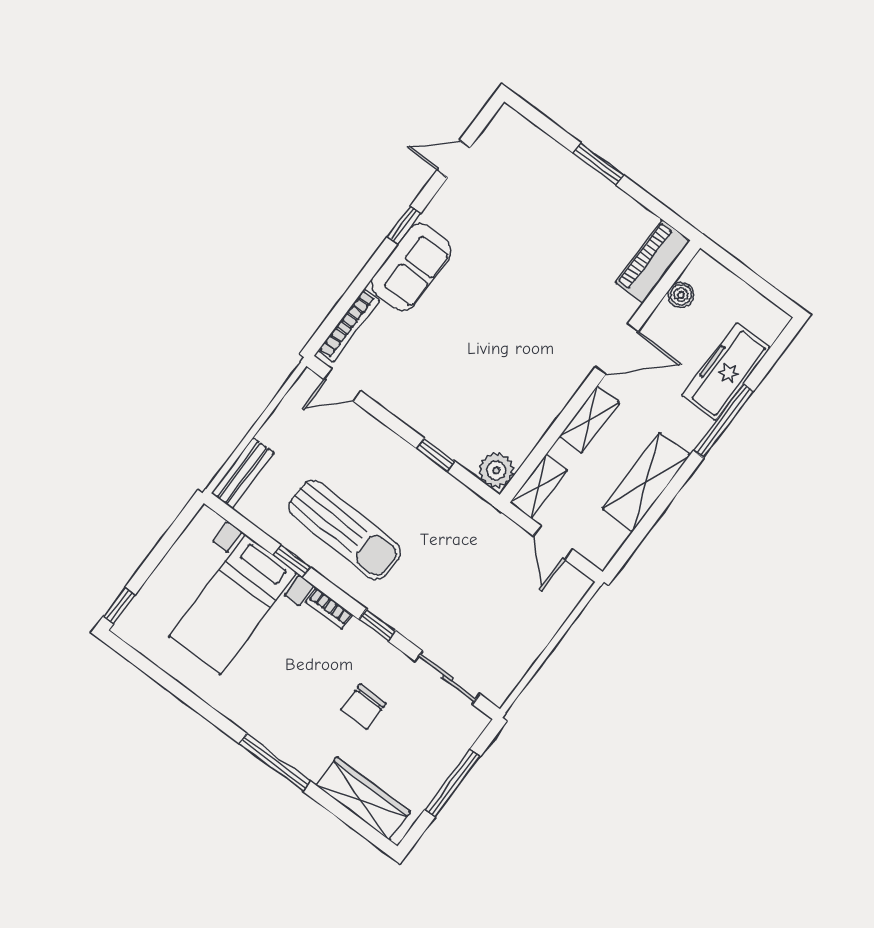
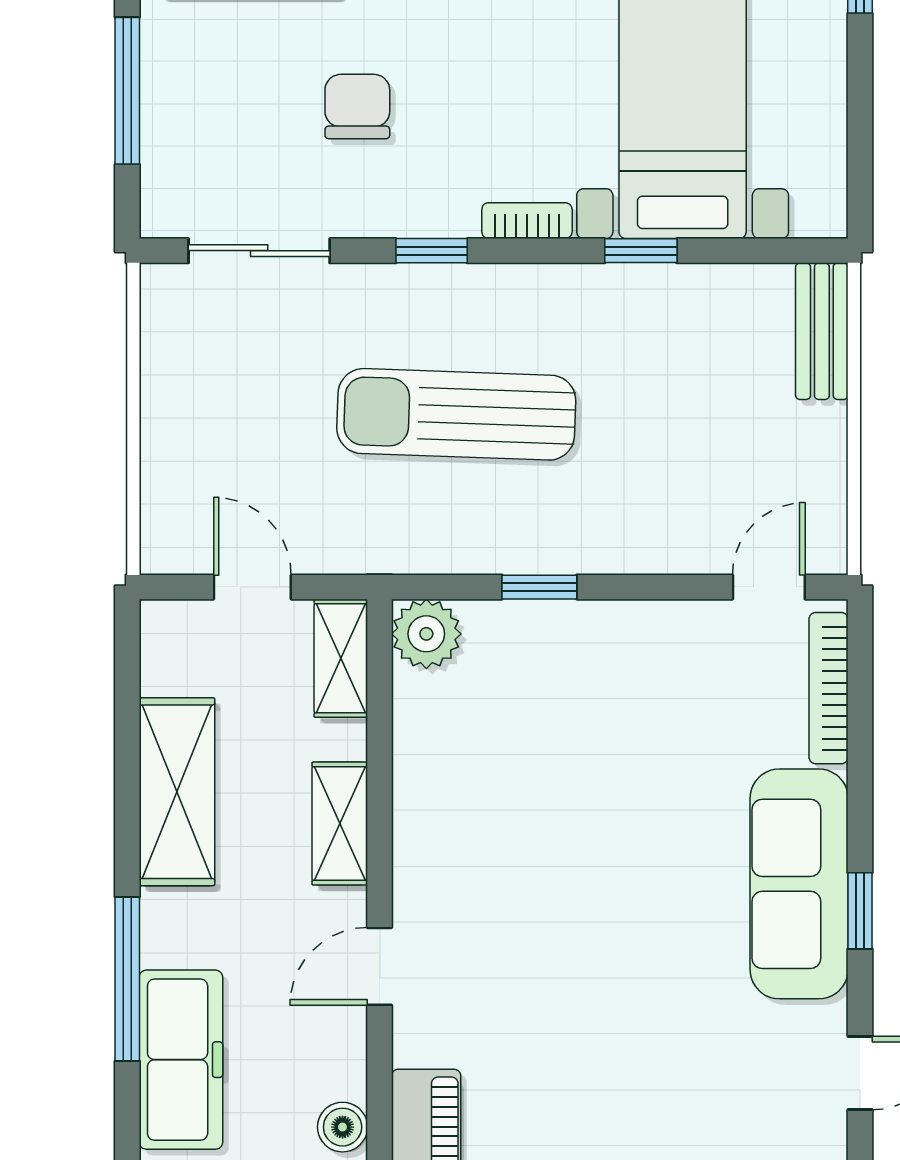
sofa: (411, 267) -> (799, 884), width x1.36
door: (617, 349) -> (380, 966), width x0.73
sun lounger: (345, 530) -> (456, 414), moved

